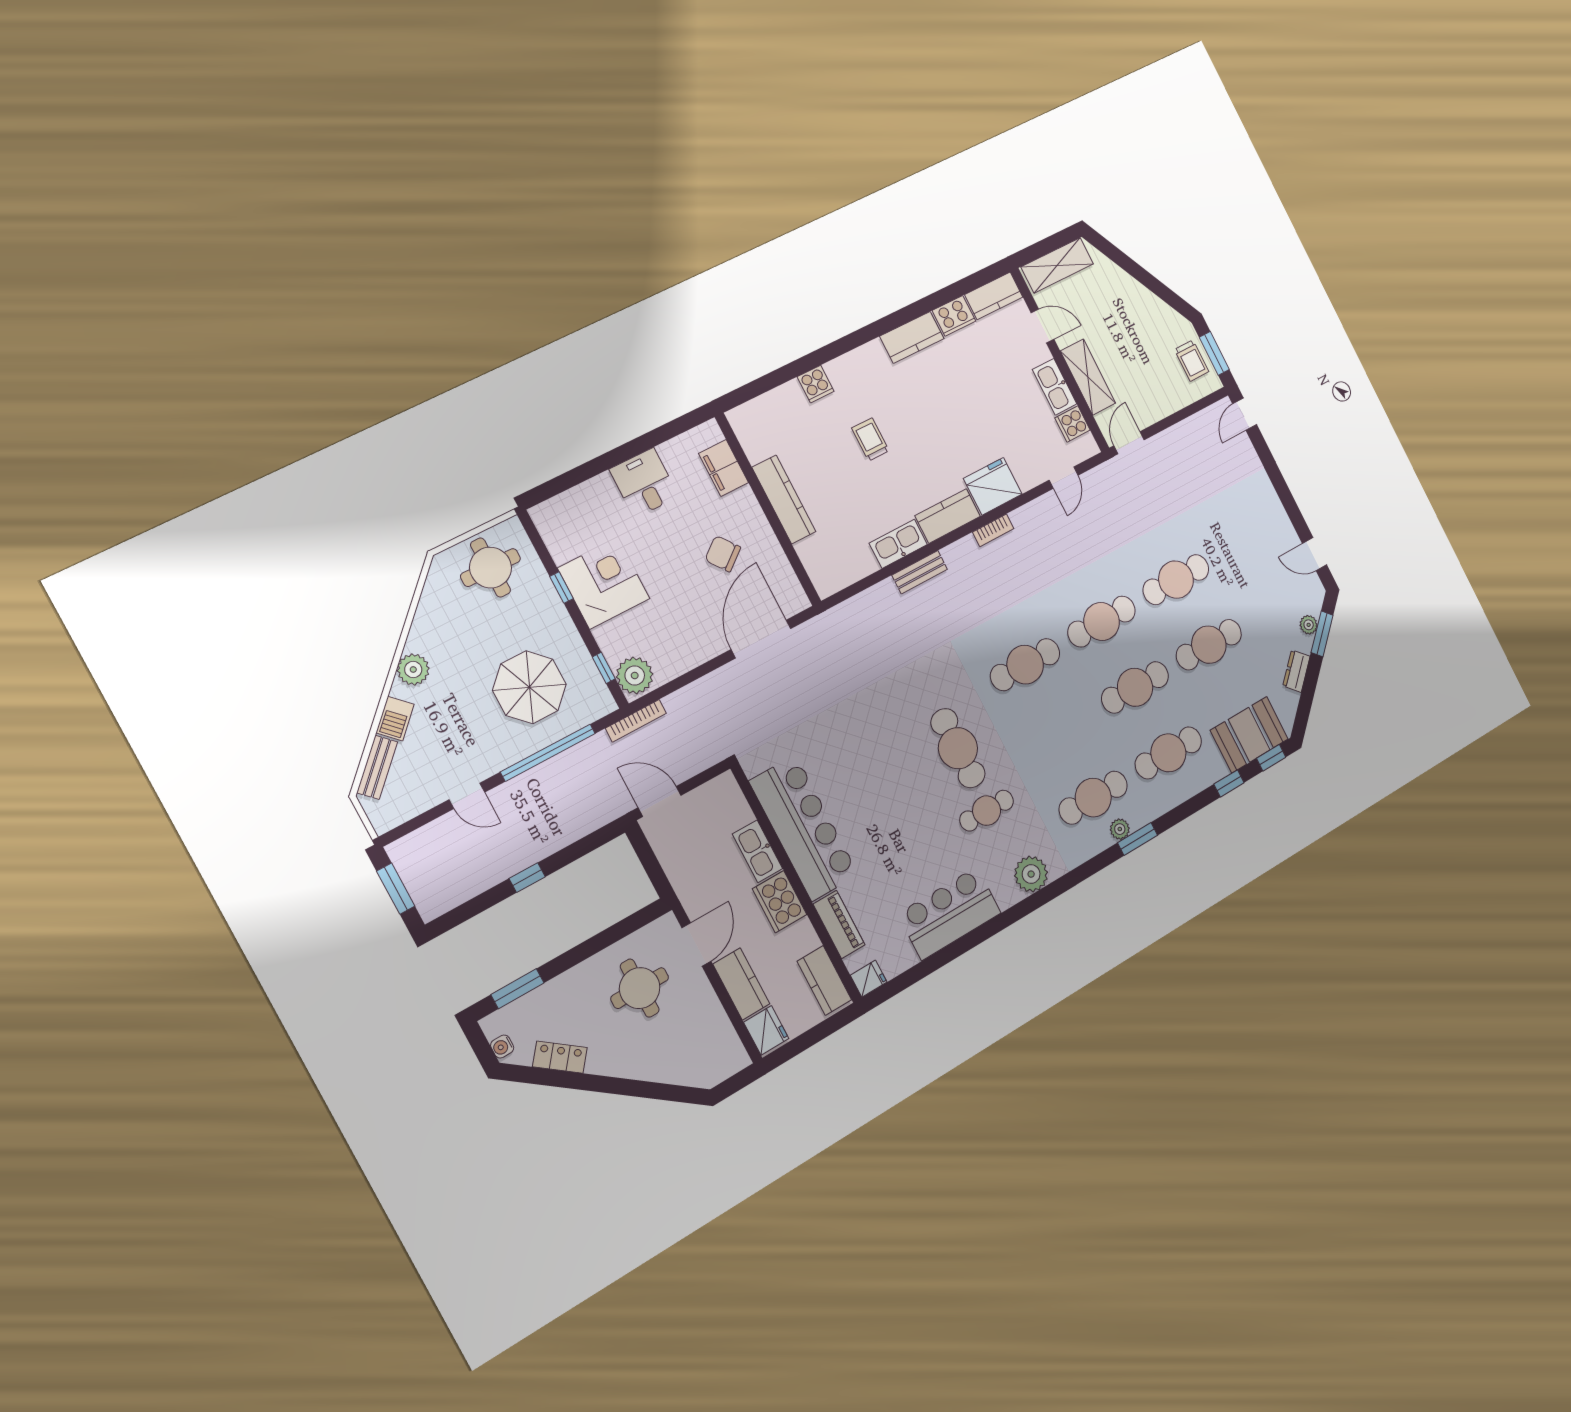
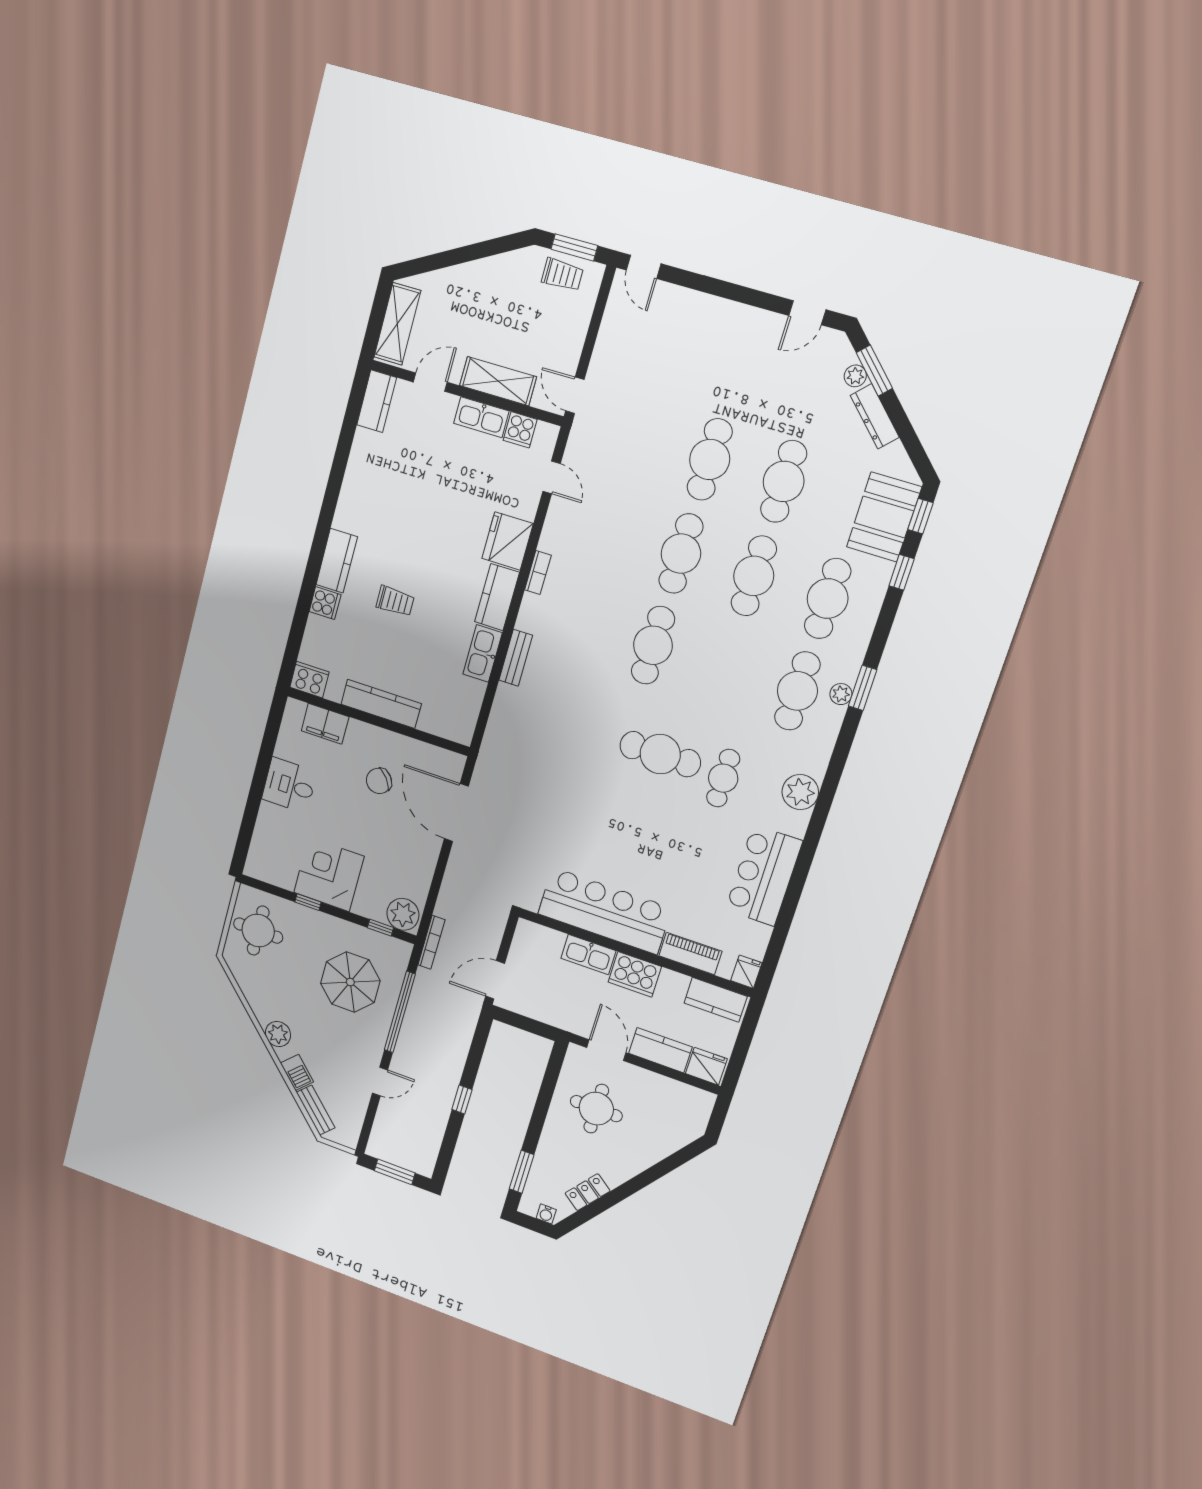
cooker: (954, 316) -> (309, 680), moved, turned -90
kitchen counter: (912, 337) -> (337, 561), moved
trolley: (870, 439) -> (395, 601), turned 180
dresser: (1296, 671) -> (875, 416), width x1.44

